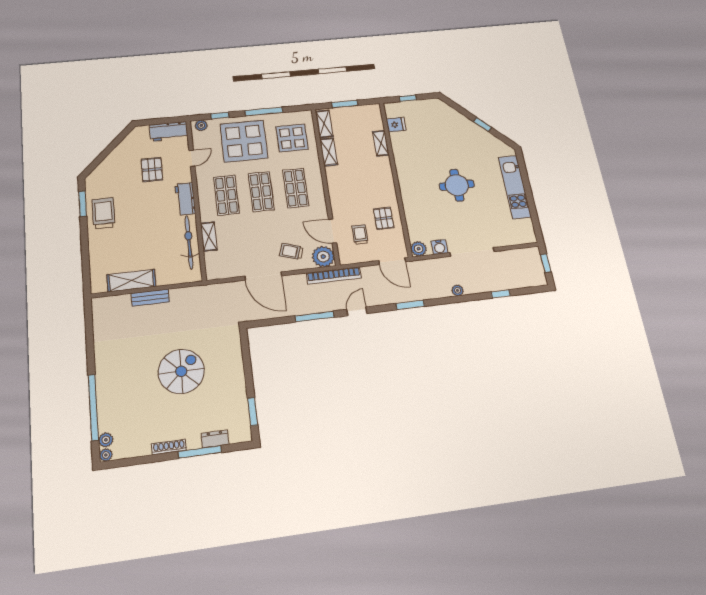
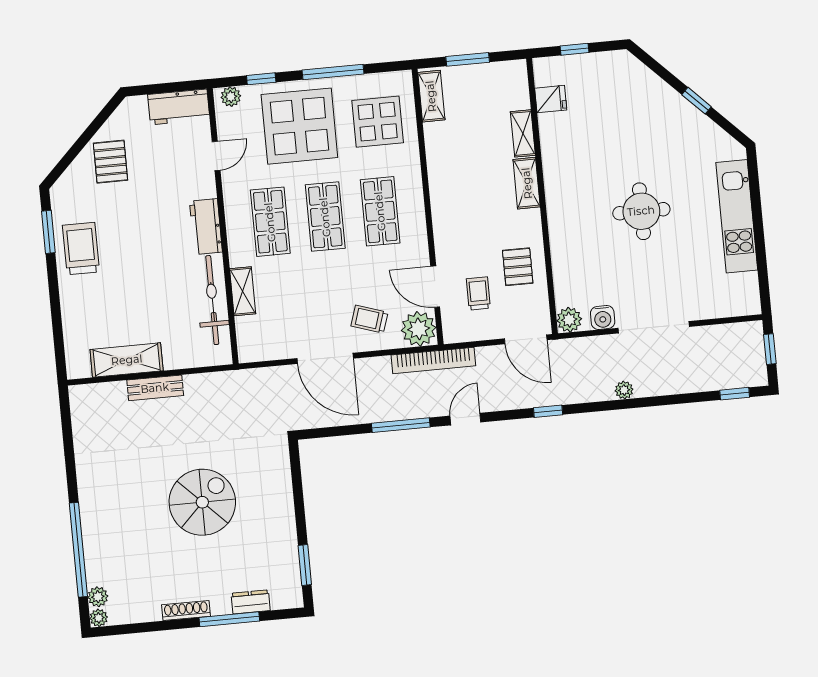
shelving: (329, 152) -> (527, 183), moved
pallet: (152, 170) -> (110, 162), moved
window: (501, 294) -> (735, 394), moved
window: (410, 305) -> (548, 411), width x0.67

